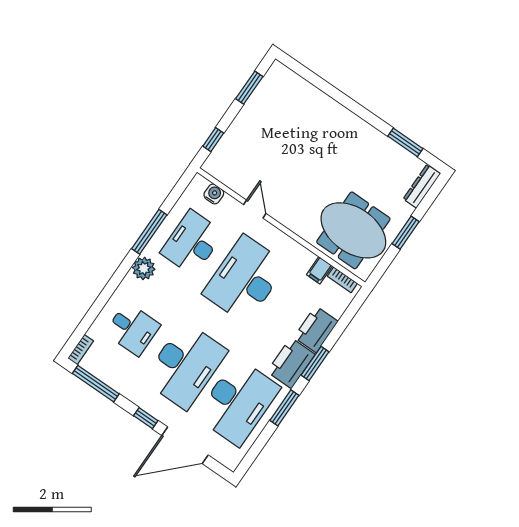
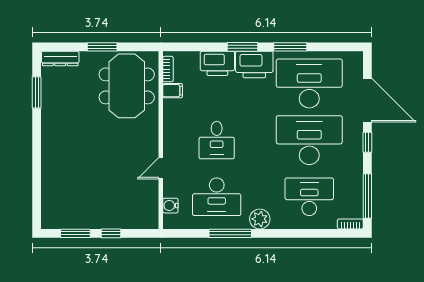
window: (213, 140) -> (111, 233), moved
desk: (245, 279) -> (217, 140), width x0.53, depth x0.77
desk: (132, 329) -> (309, 197), width x1.37

